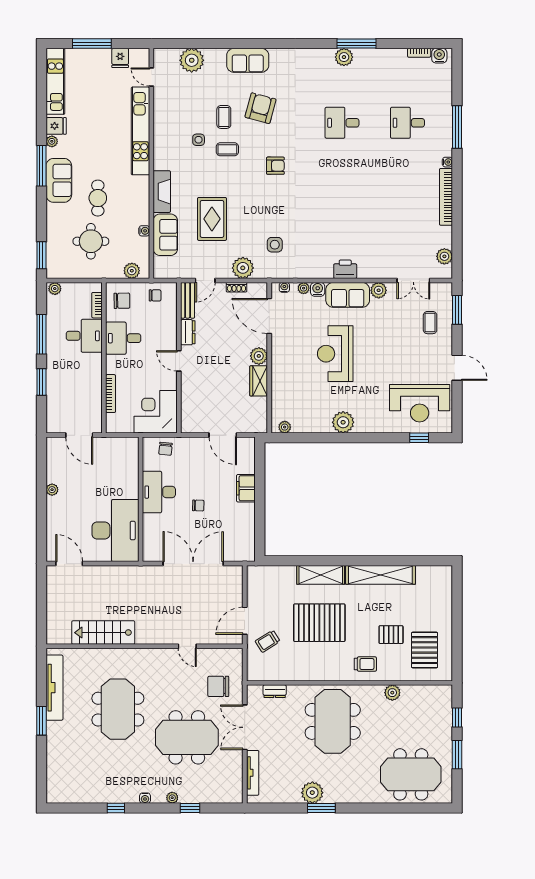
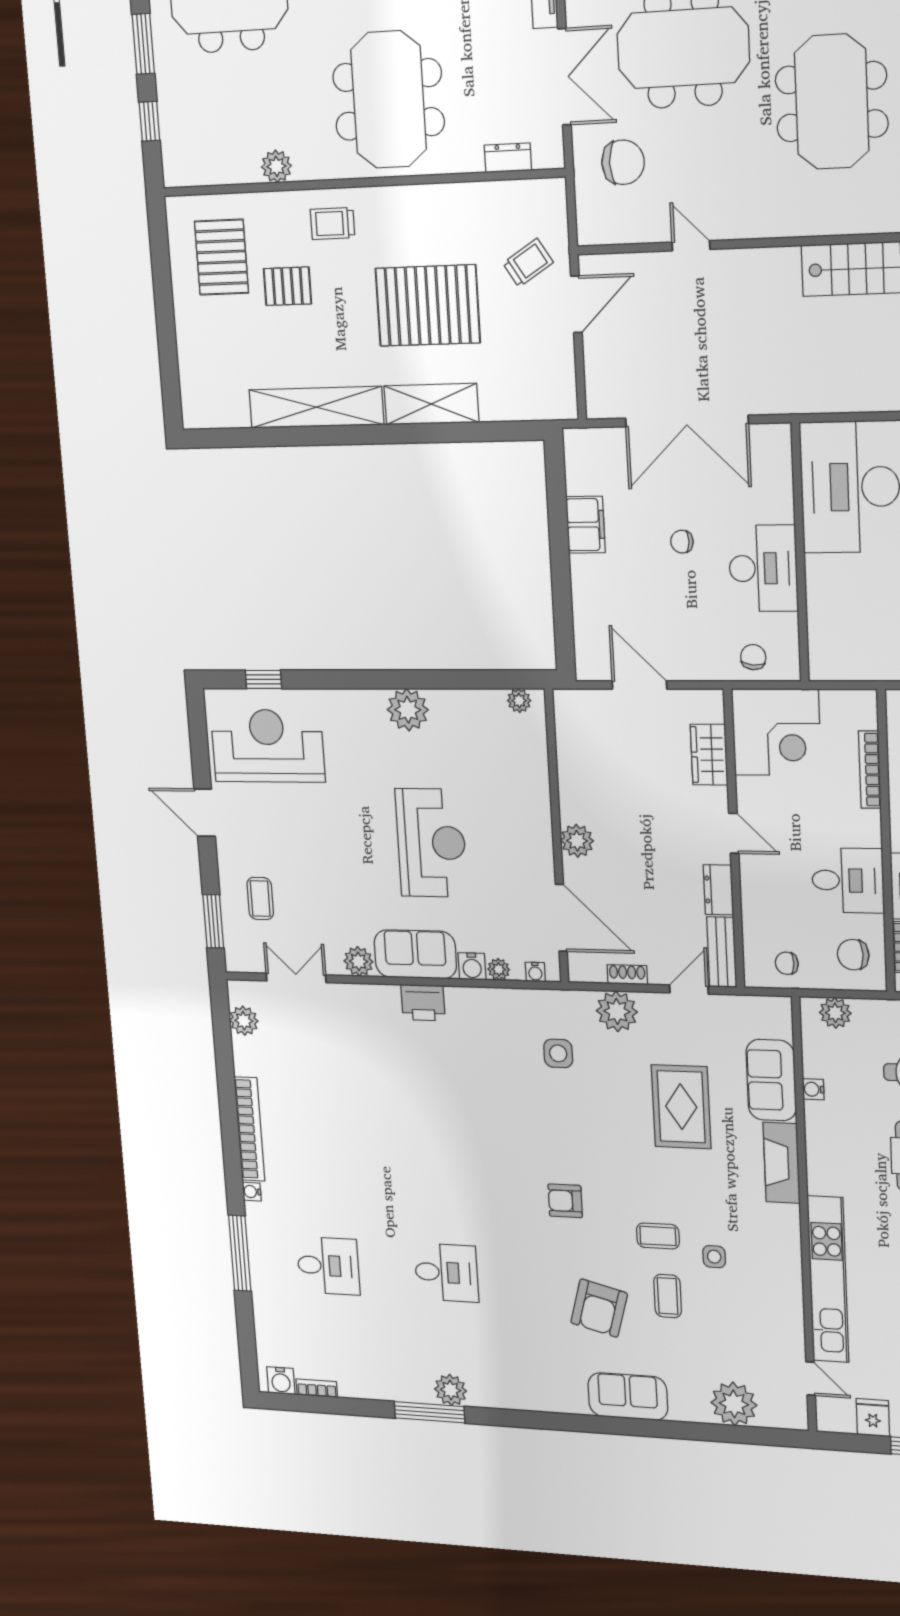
wardrobe: (259, 381) -> (709, 755), moved, turned 180
filing cabinet: (246, 488) -> (585, 525), moved

